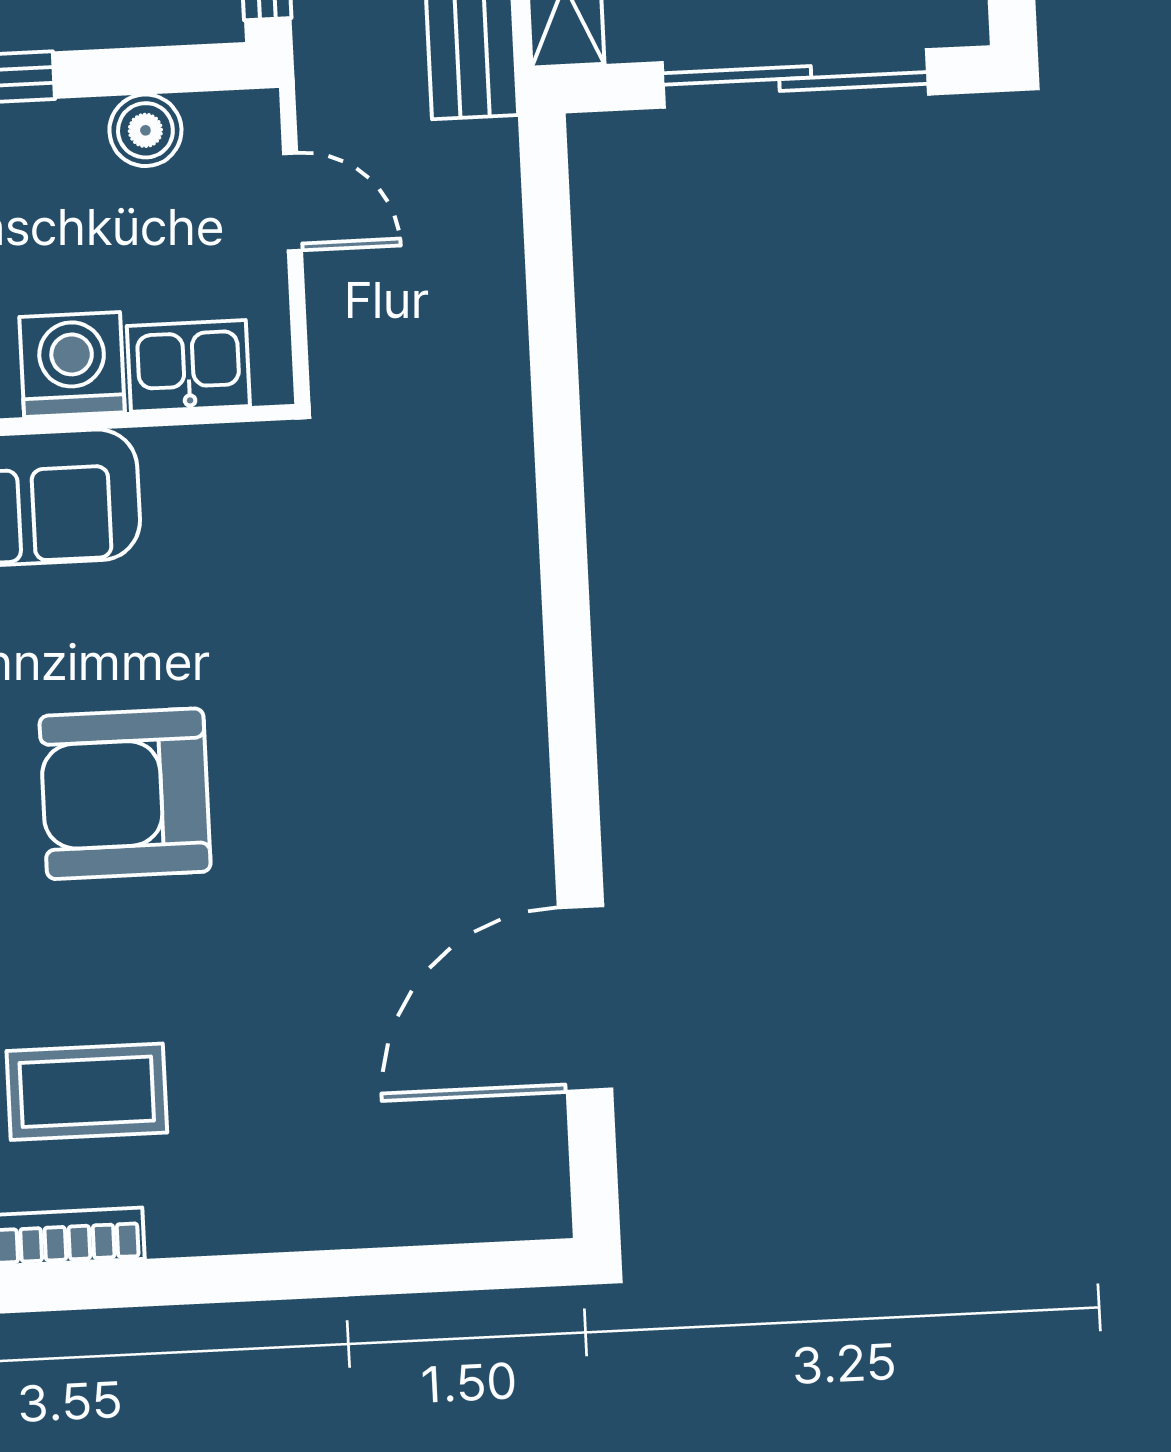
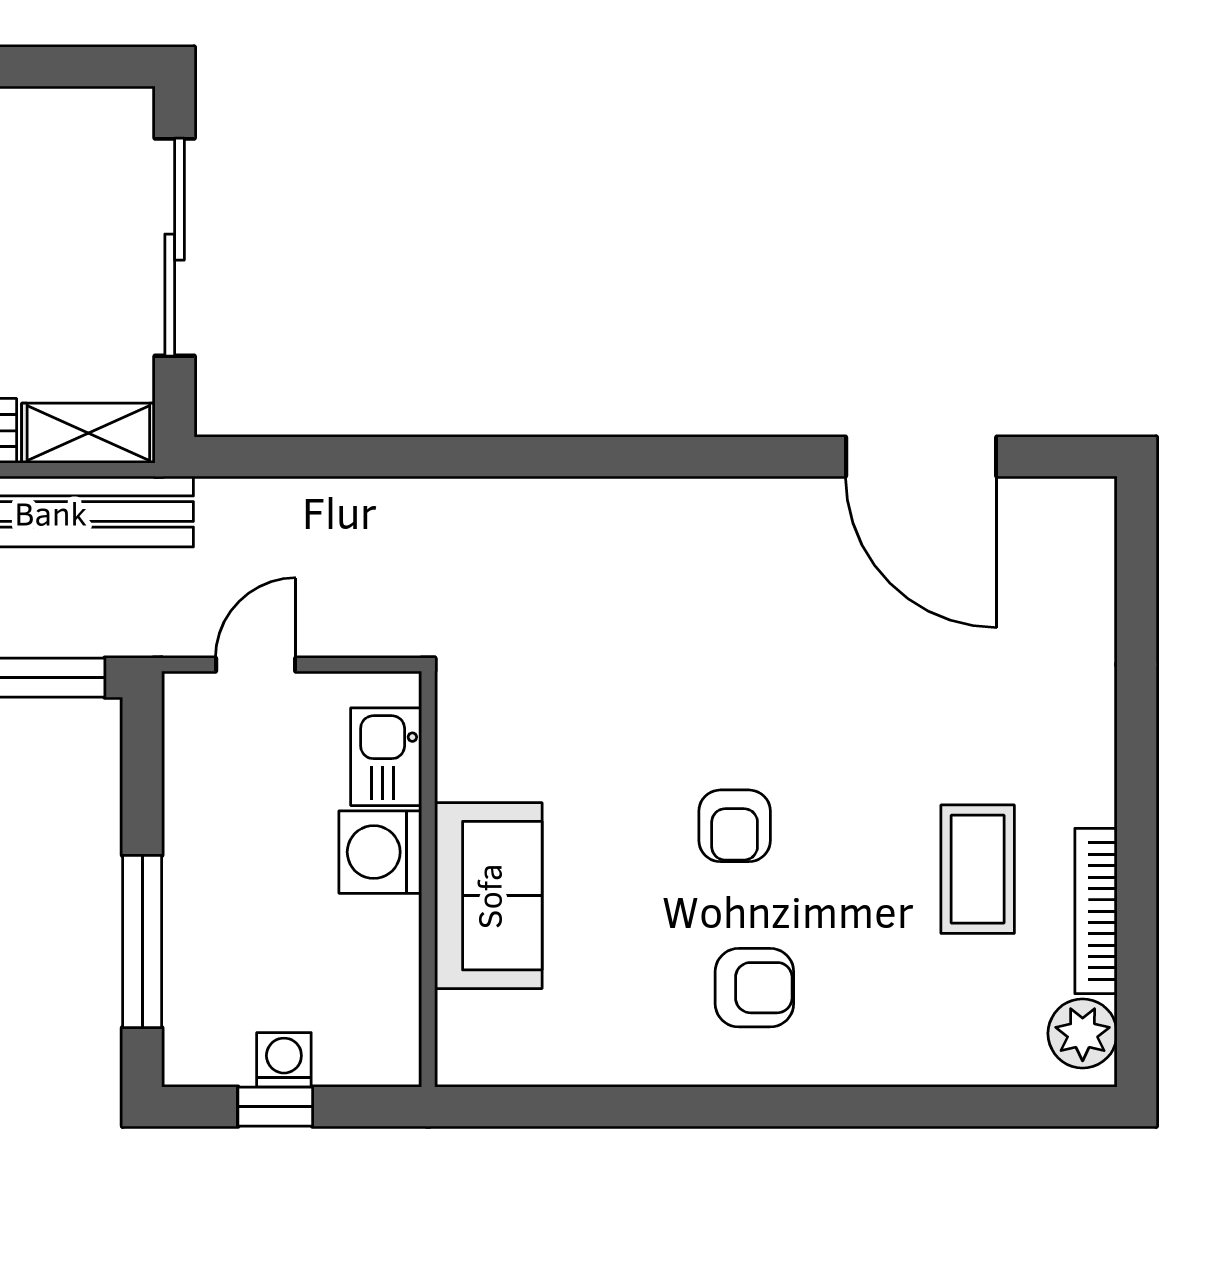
boiler: (145, 130) -> (191, 782), removed
armchair: (125, 794) -> (735, 826), width x0.53, depth x0.53

